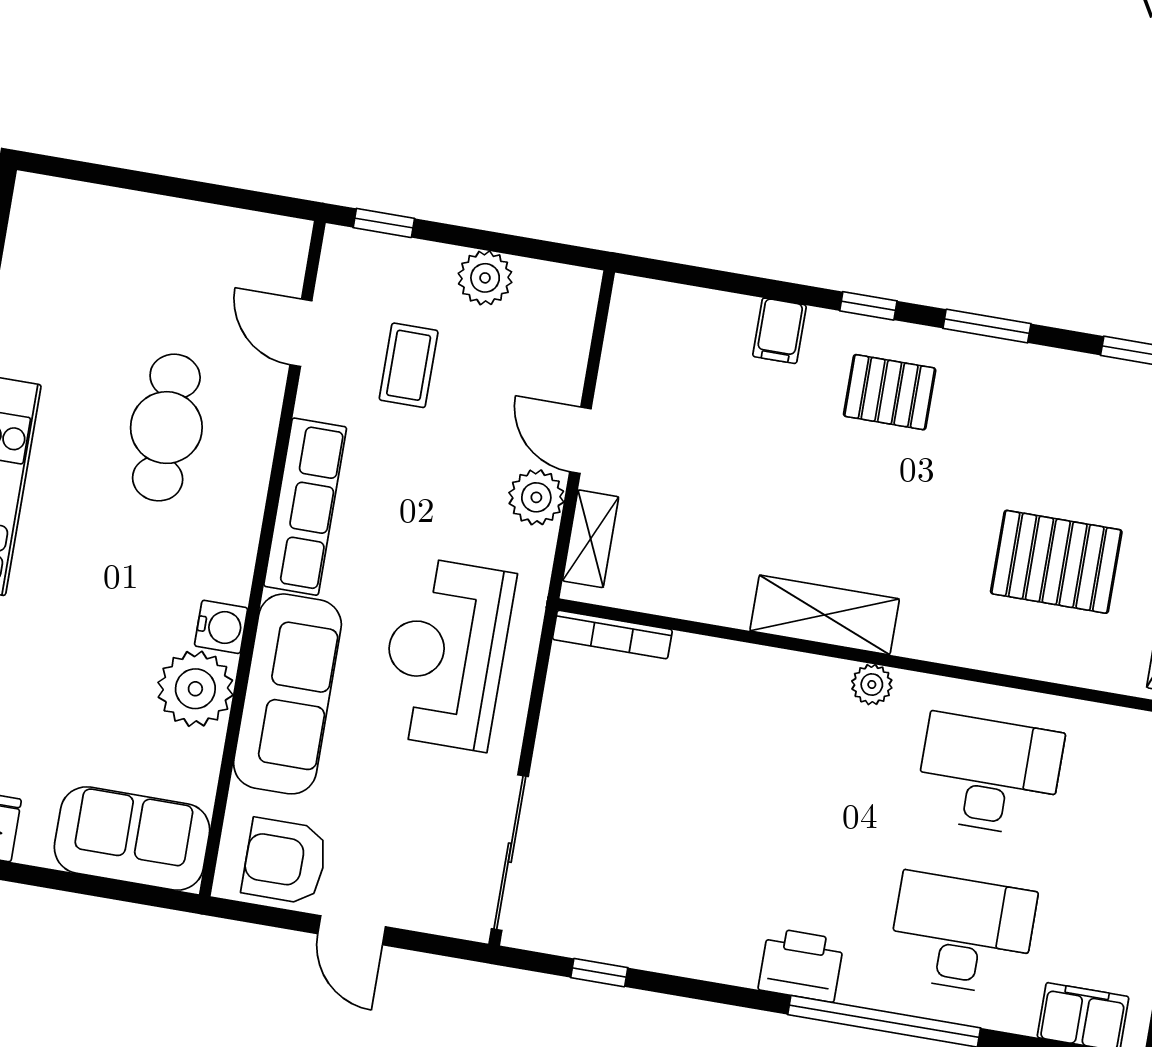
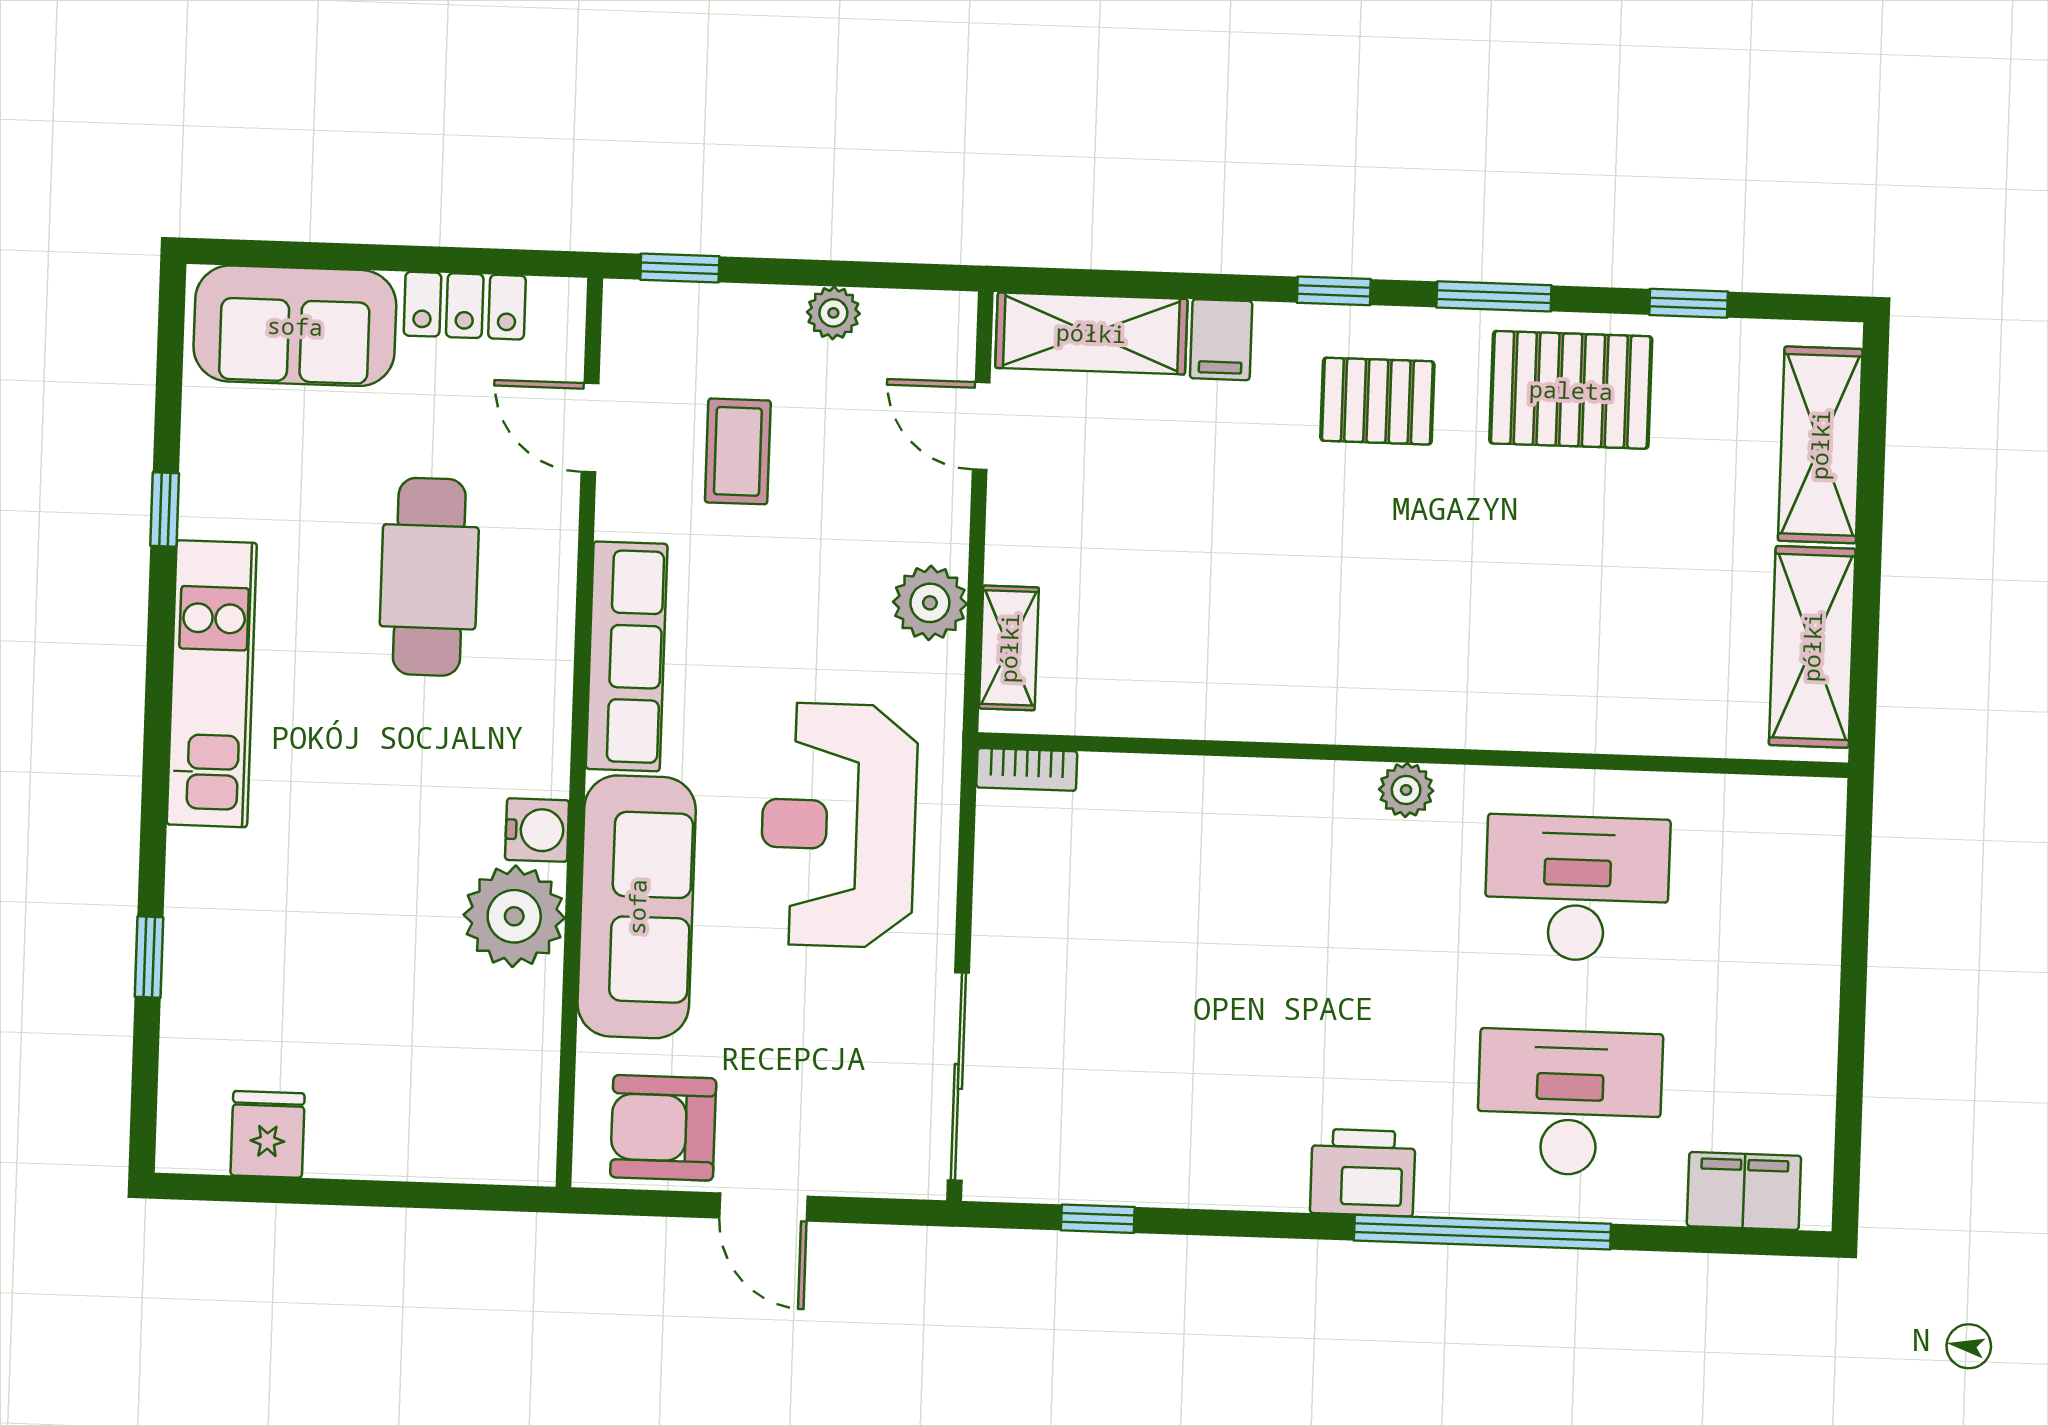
locker: (220, 229) -> (465, 306), added
plant: (485, 278) -> (833, 313), width x0.73, depth x0.73
door: (580, 440) -> (981, 426), moved
pallet: (1056, 562) -> (1571, 390), moved
shelving: (825, 615) -> (1091, 333), moved
bookcase: (612, 635) -> (1027, 769), width x0.64
sofa: (132, 839) -> (295, 326), moved, turned 180

